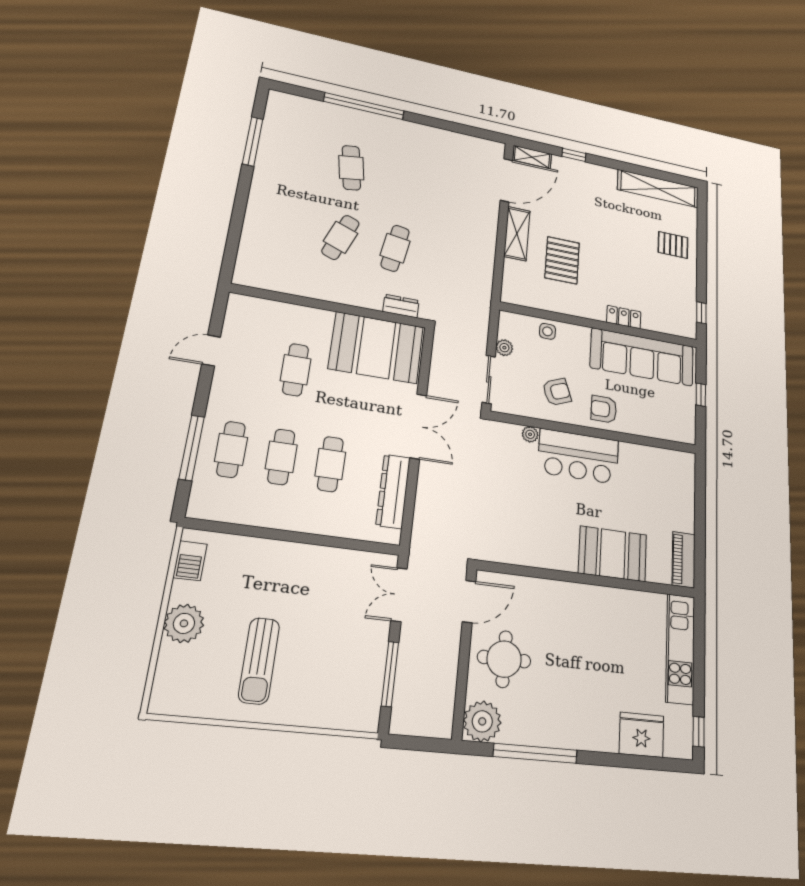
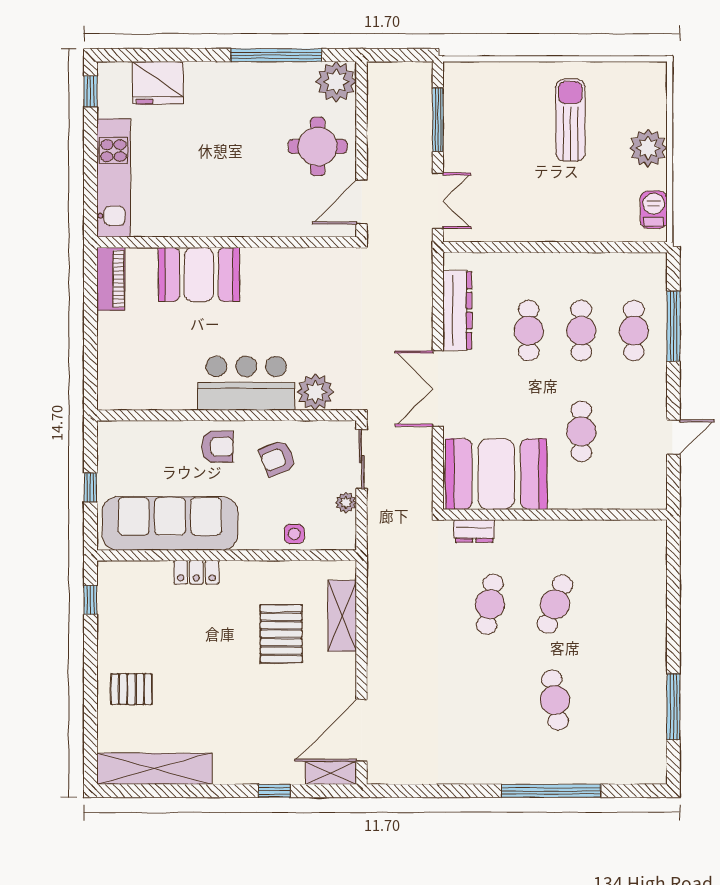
shelving: (517, 234) -> (342, 616), moved
plant: (530, 434) -> (315, 392), width x1.87, depth x1.87

